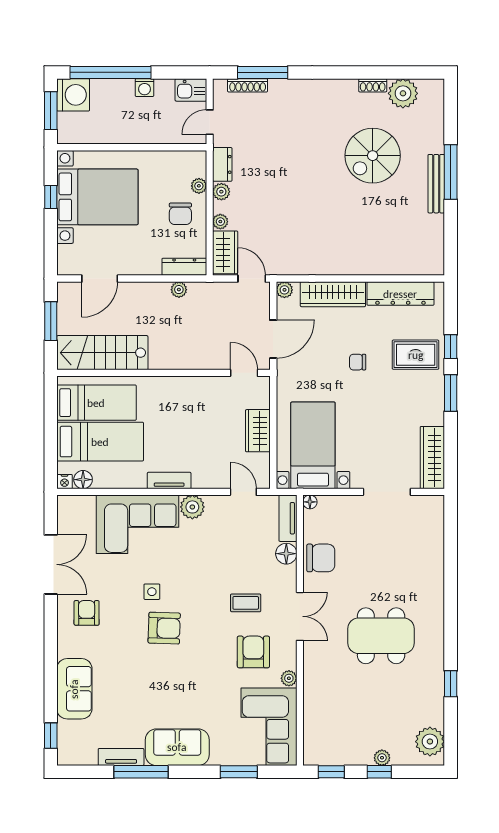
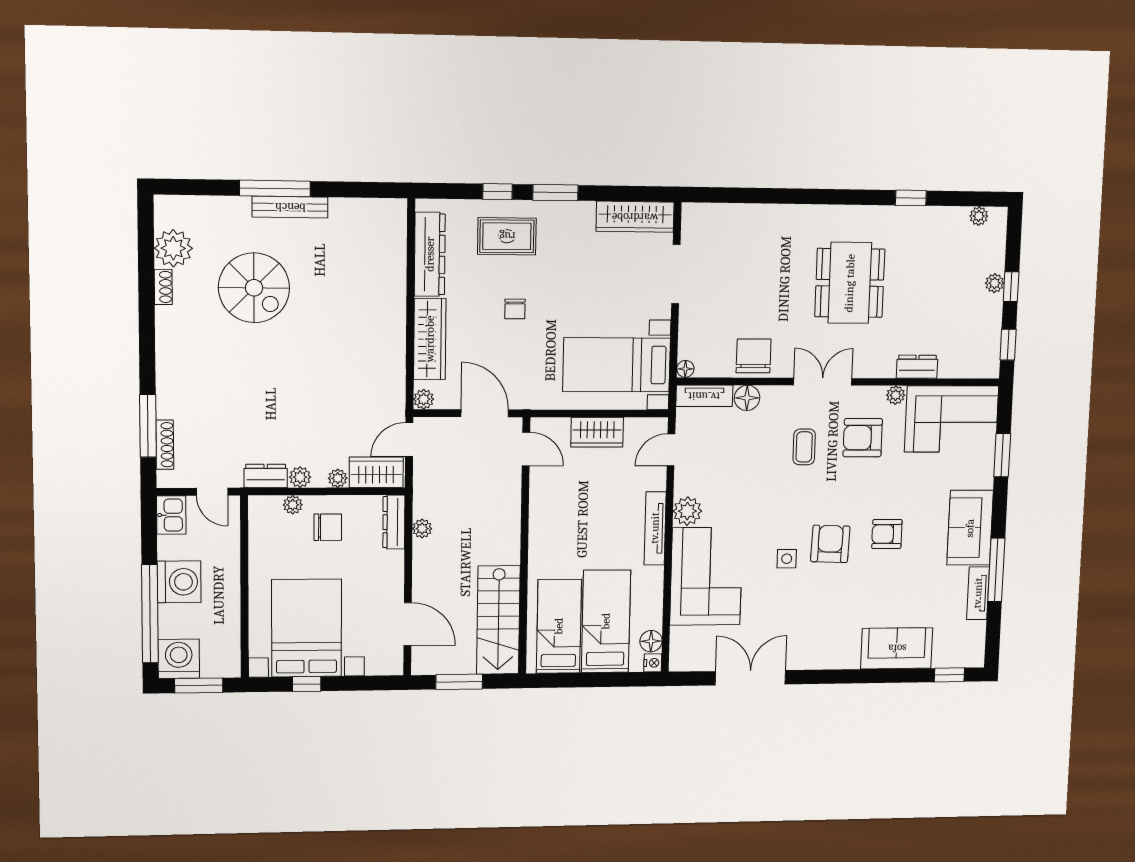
washing machine: (144, 88) -> (179, 582), width x1.89, depth x1.89
rug: (416, 355) -> (507, 236), turned 90
door: (244, 373) -> (526, 449), swing flipped
tv unit: (169, 480) -> (655, 528), width x1.41
armchair: (87, 613) -> (887, 534), moved
dresser: (313, 695) -> (917, 367), added
plant: (430, 742) -> (979, 216), width x0.53, depth x0.53

